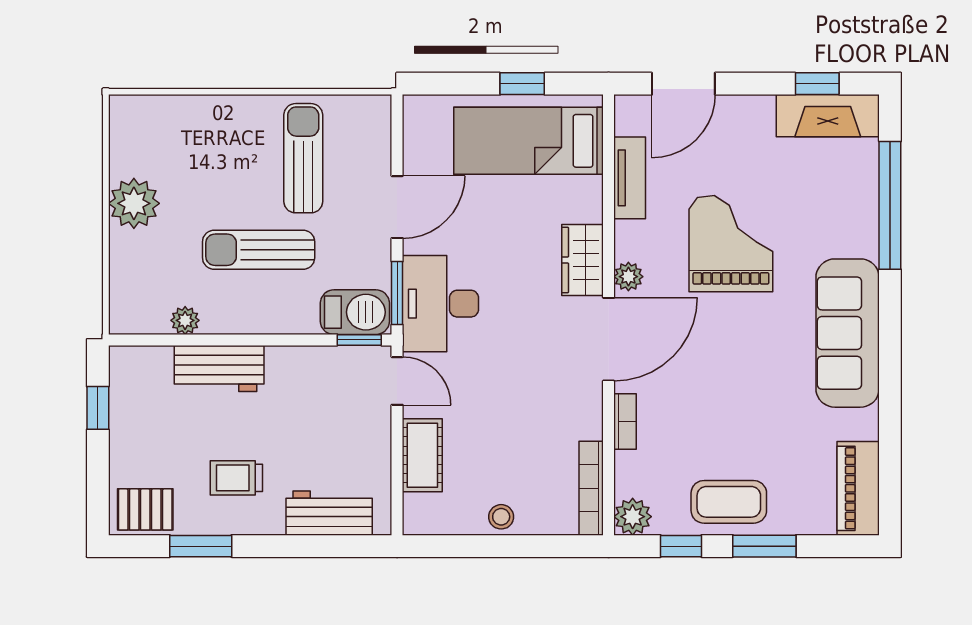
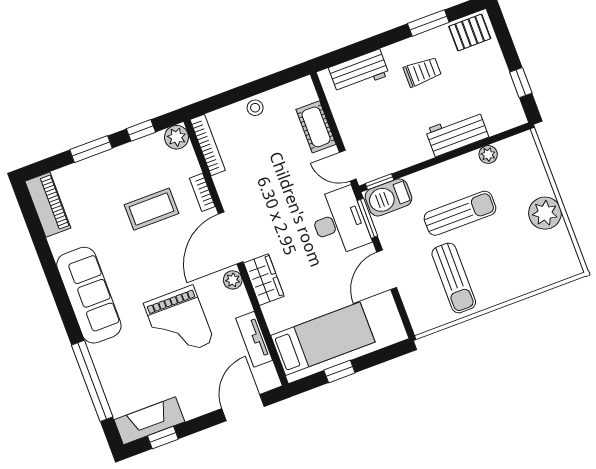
coffee table: (729, 502) -> (152, 209), moved

